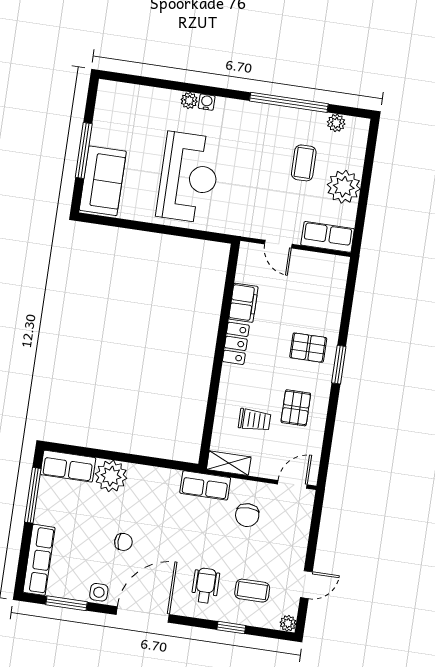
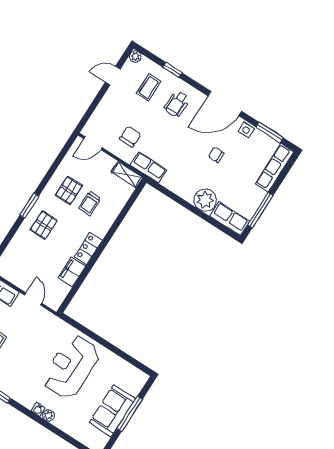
sofa: (103, 181) -> (112, 411), moved
pallet: (308, 348) -> (44, 225), turned 90
trolley: (255, 420) -> (90, 203), moved, turned -90
coffee table: (252, 591) -> (149, 87), turned 90

